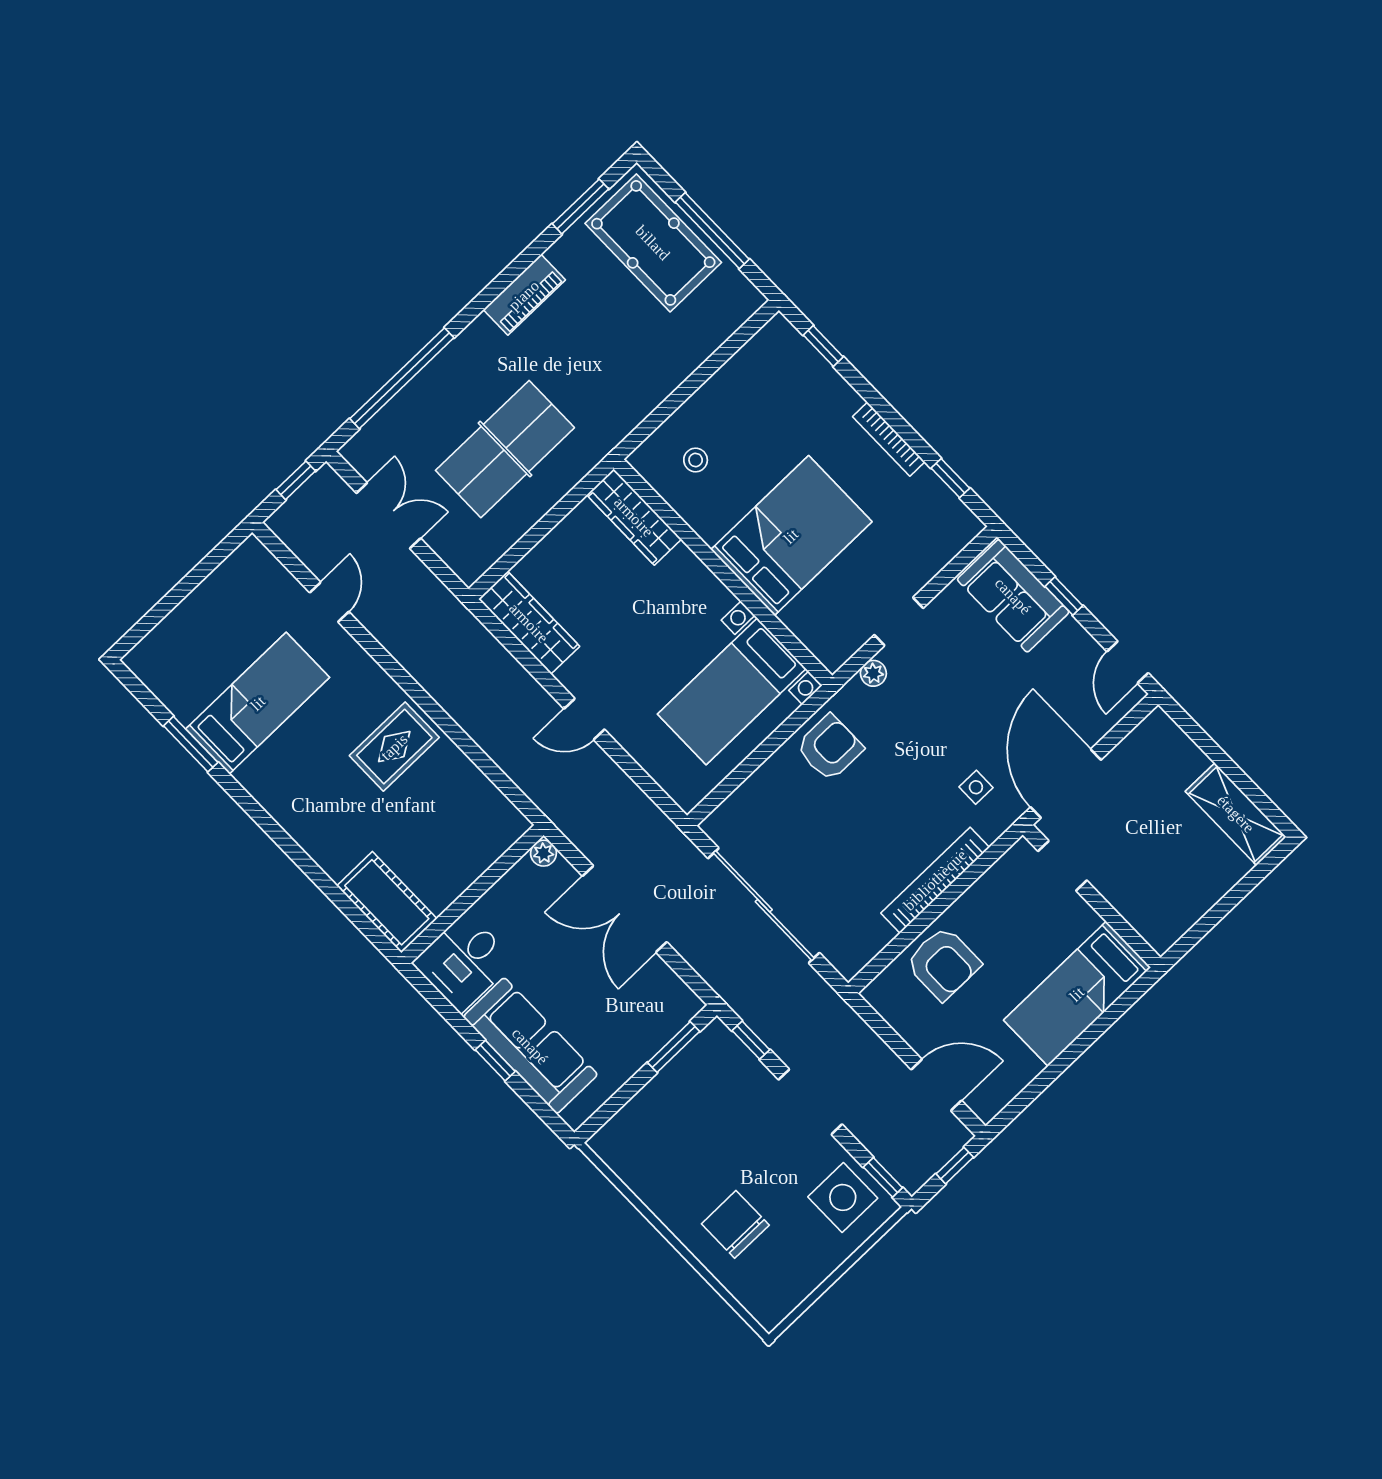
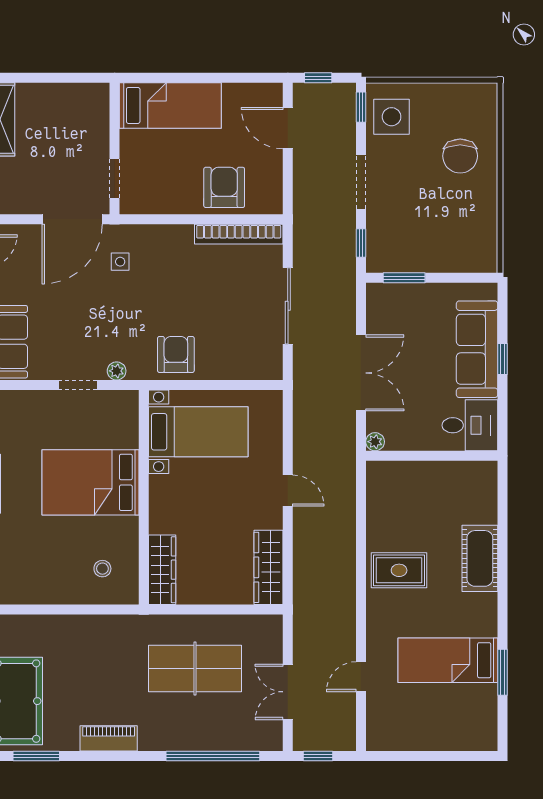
armchair: (830, 748) -> (176, 354), turned 90
bookcase: (935, 880) -> (239, 234), moved
cot: (387, 902) -> (480, 558), moved
sliding door: (764, 906) -> (288, 306), width x0.73

